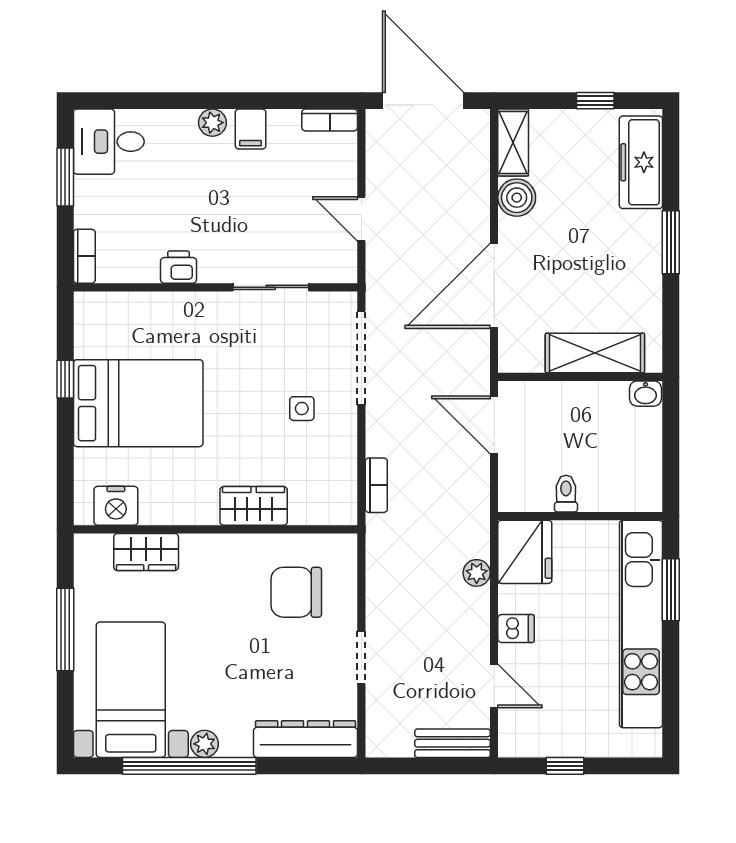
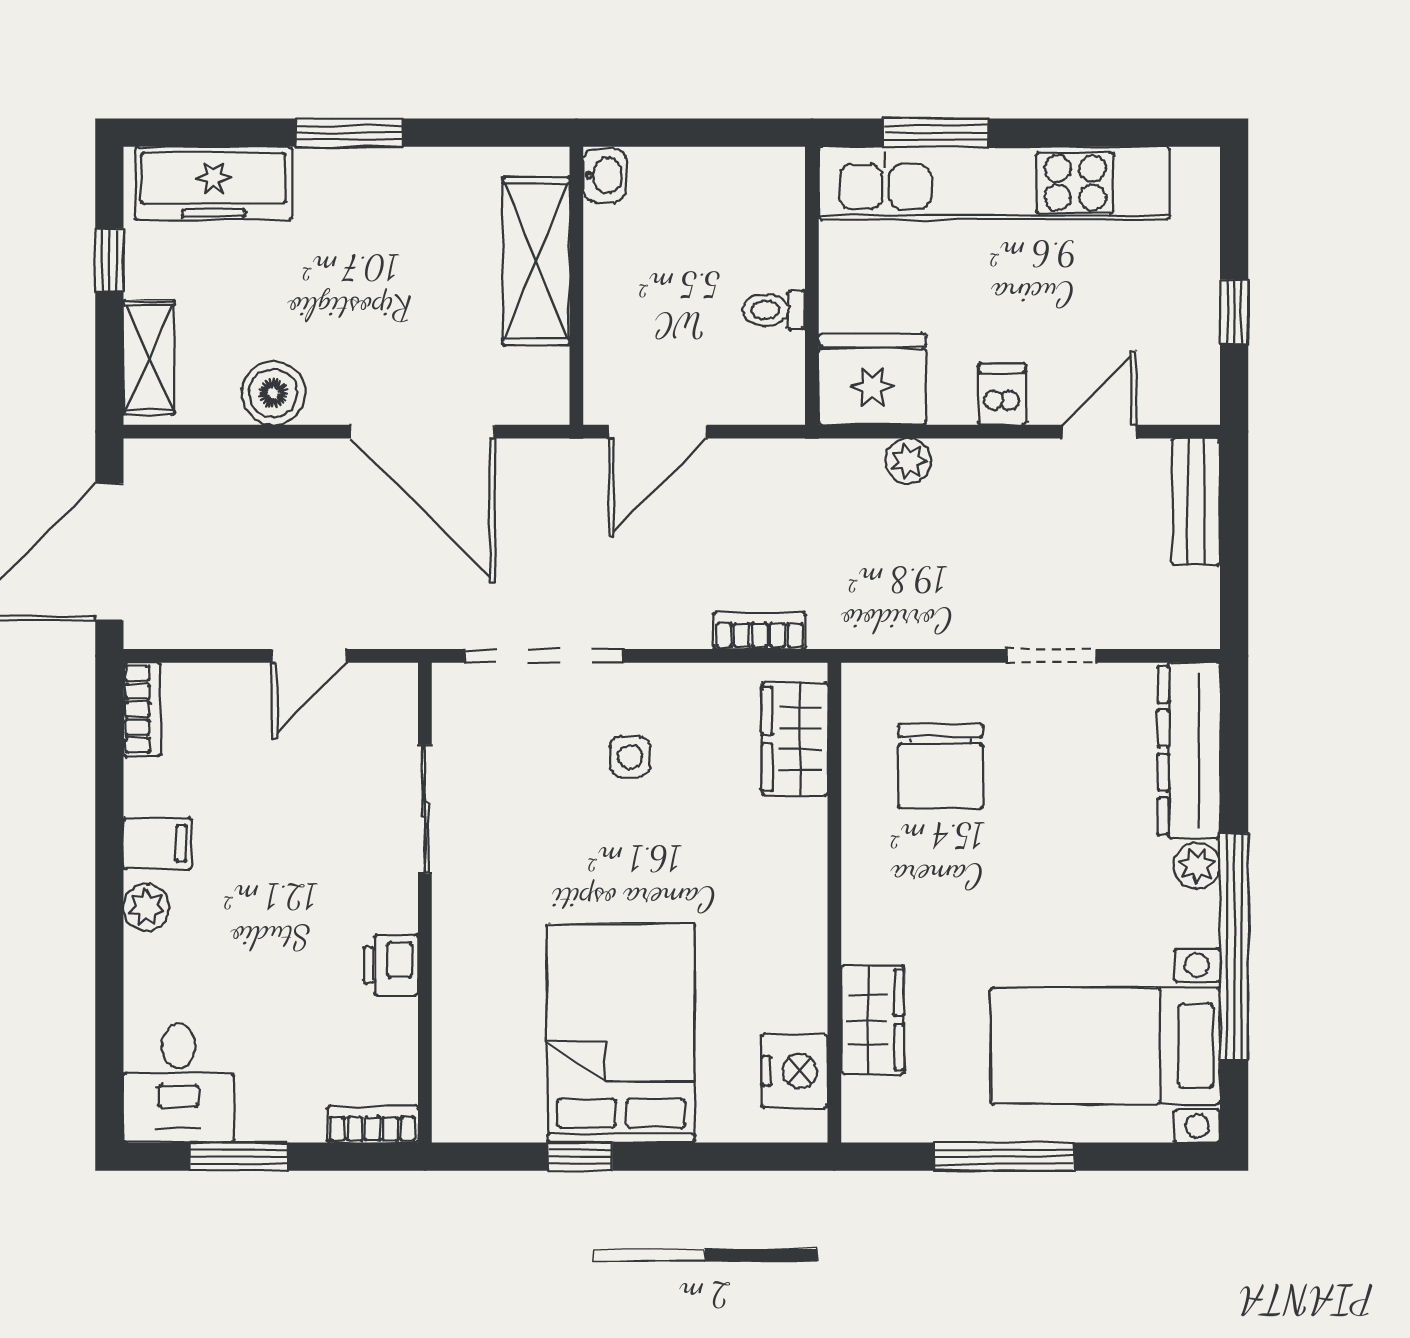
shelving: (513, 143) -> (149, 357), moved, turned 90
wardrobe: (254, 506) -> (795, 739), moved
plant: (204, 744) -> (1197, 866), moved

